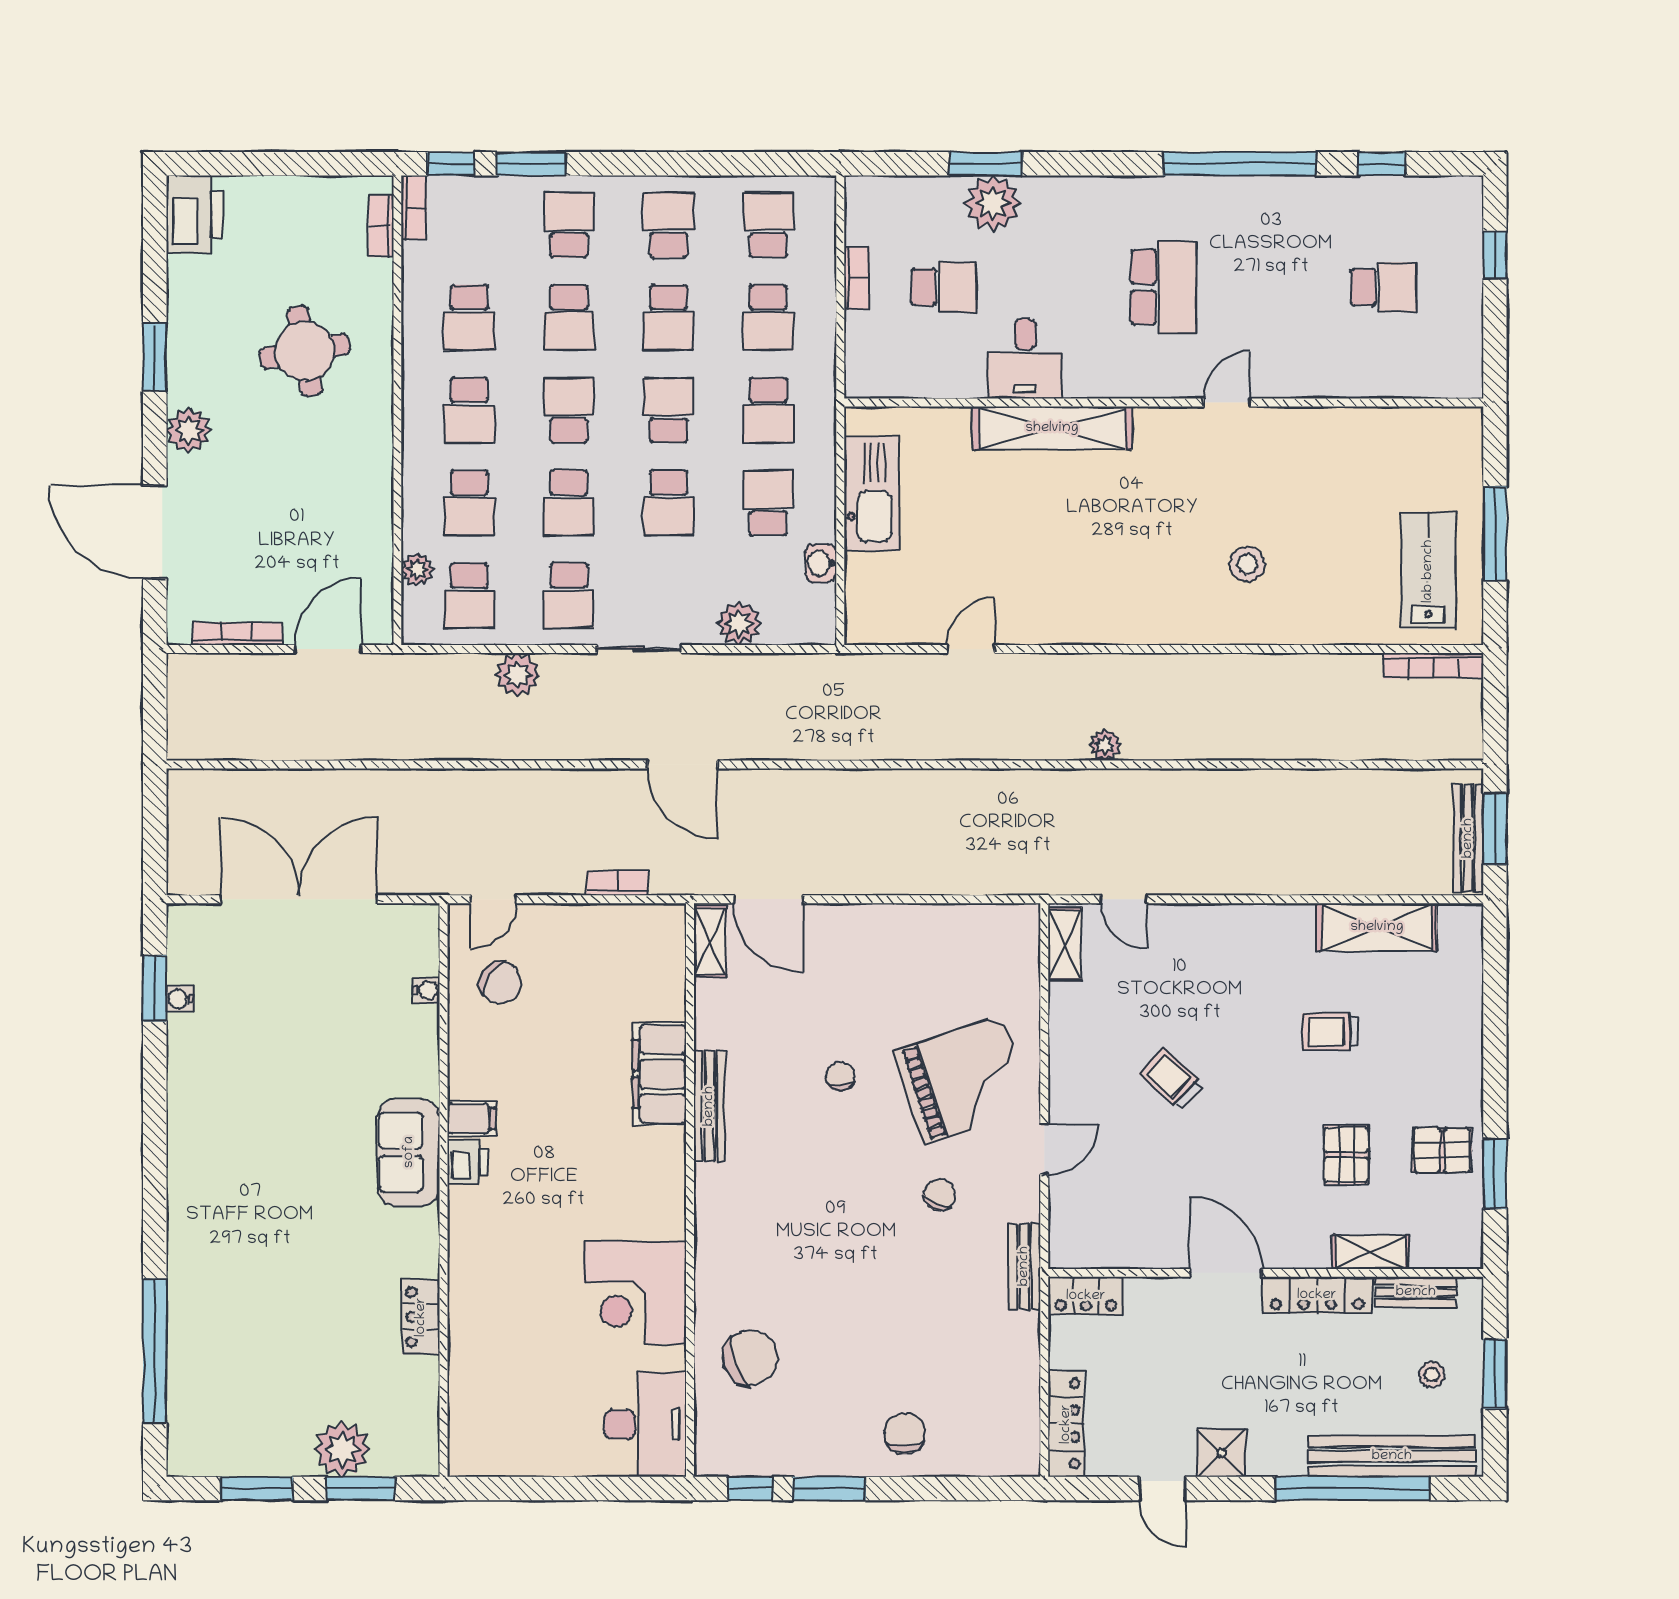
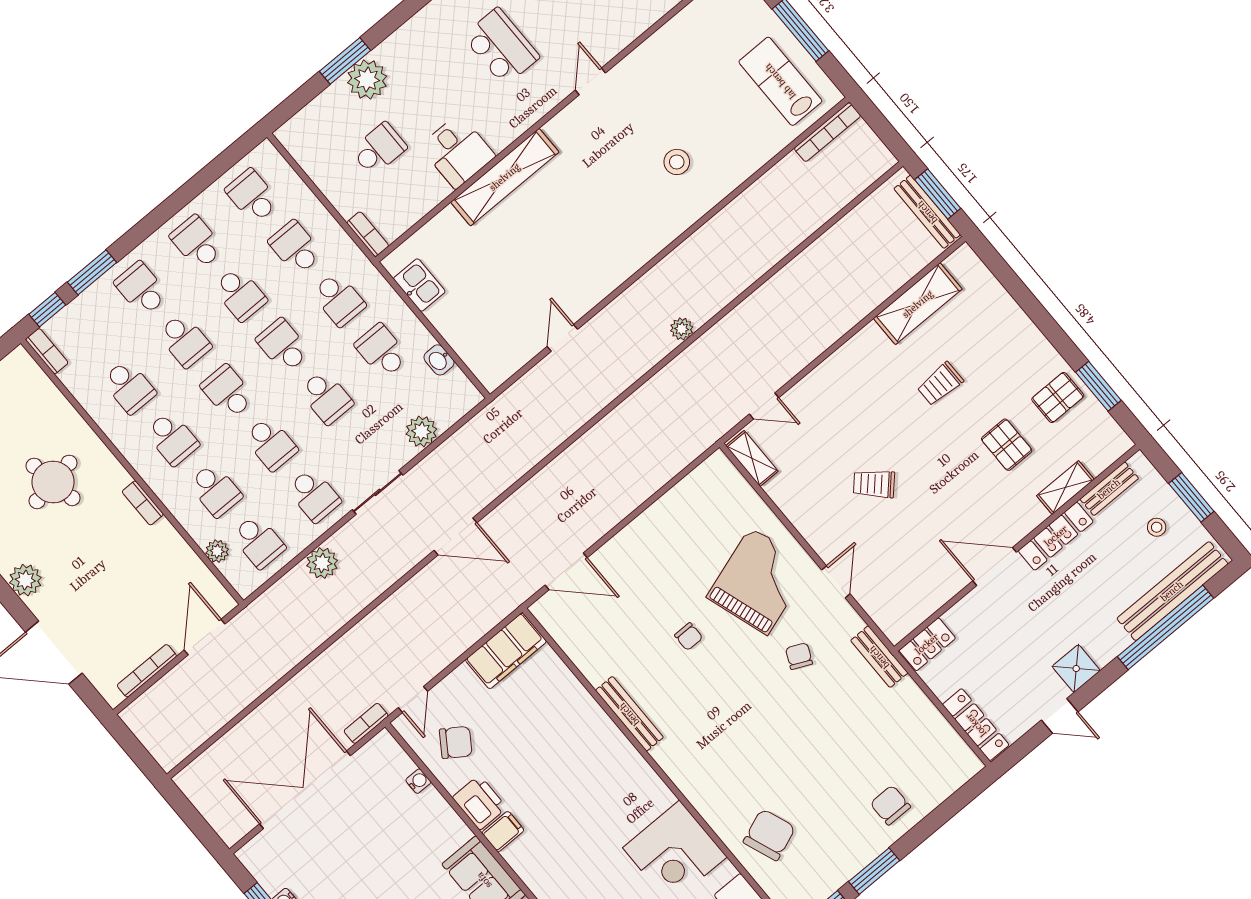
bookcase: (381, 226) -> (143, 503), moved
bookcase: (857, 278) -> (368, 234), moved
school desk: (768, 318) -> (295, 248), turned 180
kitchen sink: (872, 494) -> (419, 285), width x0.53, depth x0.81
bookcase: (617, 883) -> (366, 723), moved
shelving: (710, 941) -> (553, 622), removed
filing cabinet: (659, 1074) -> (506, 651), moved, turned -90
chair: (840, 1076) -> (689, 637), turned 180
printer: (468, 1162) -> (480, 803), moved, width x1.36, depth x1.24

